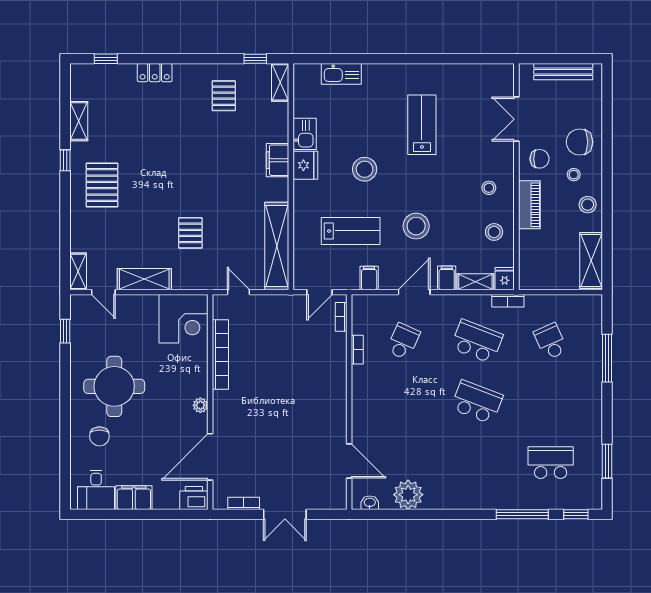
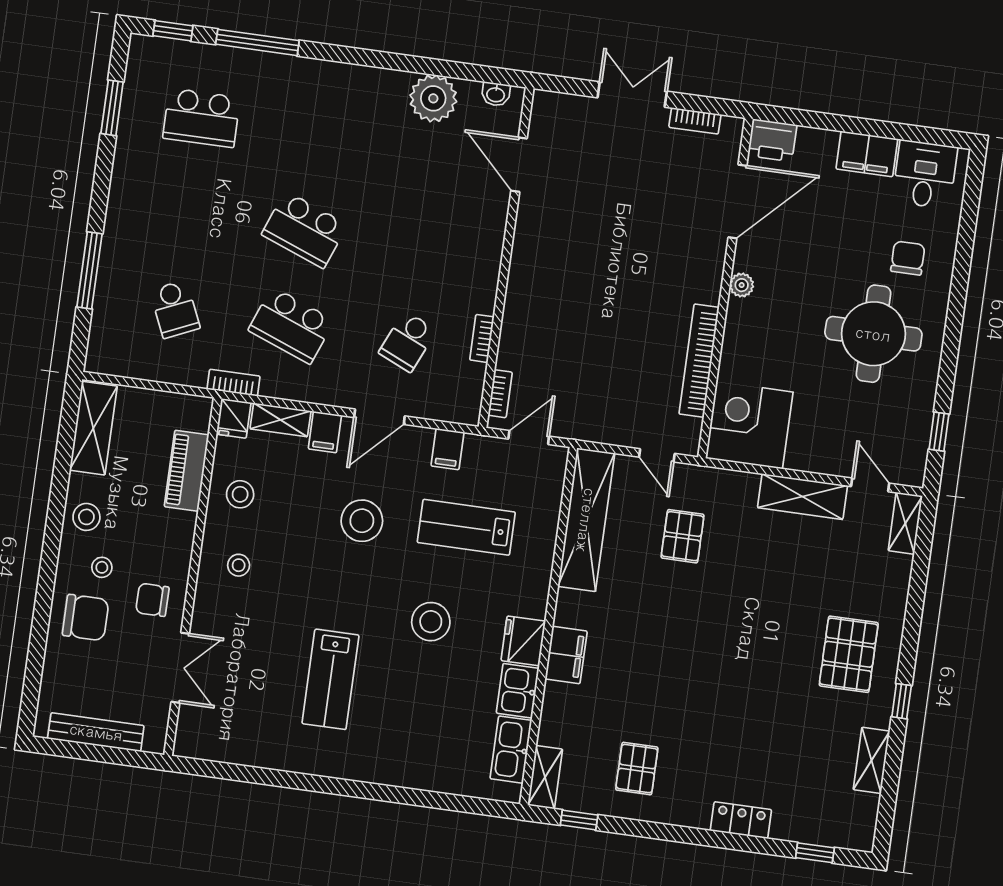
kitchen sink: (341, 74) -> (511, 750), moved, turned -90
piano: (529, 205) -> (187, 471), moved
pallet: (190, 233) -> (683, 536), moved

